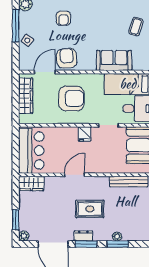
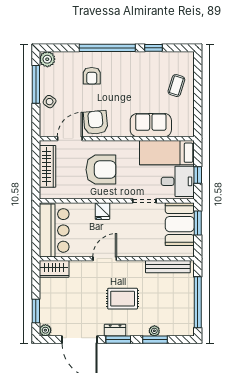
fridge: (85, 134) -> (102, 211), moved

